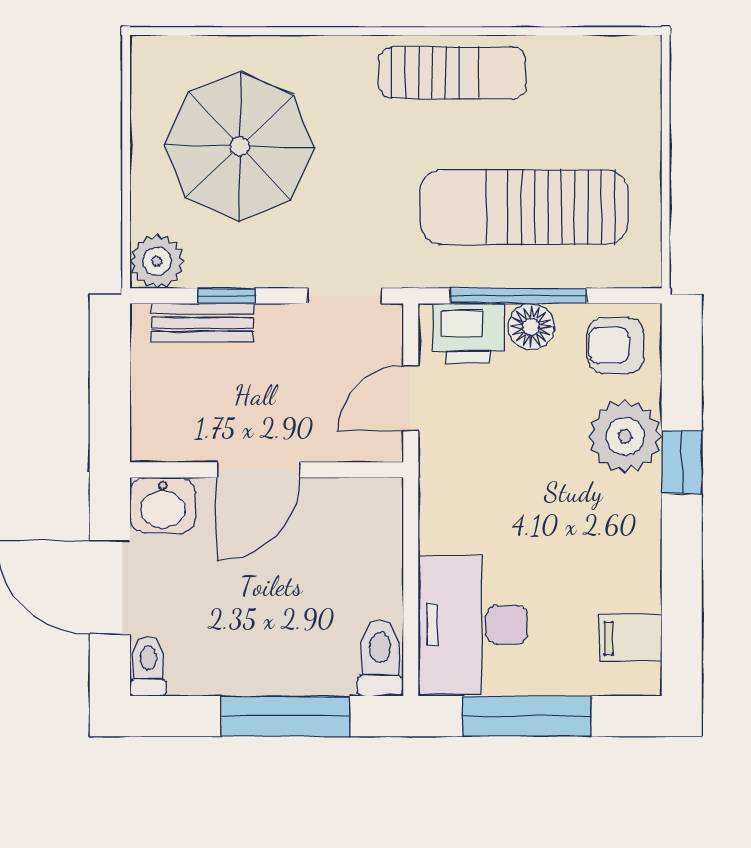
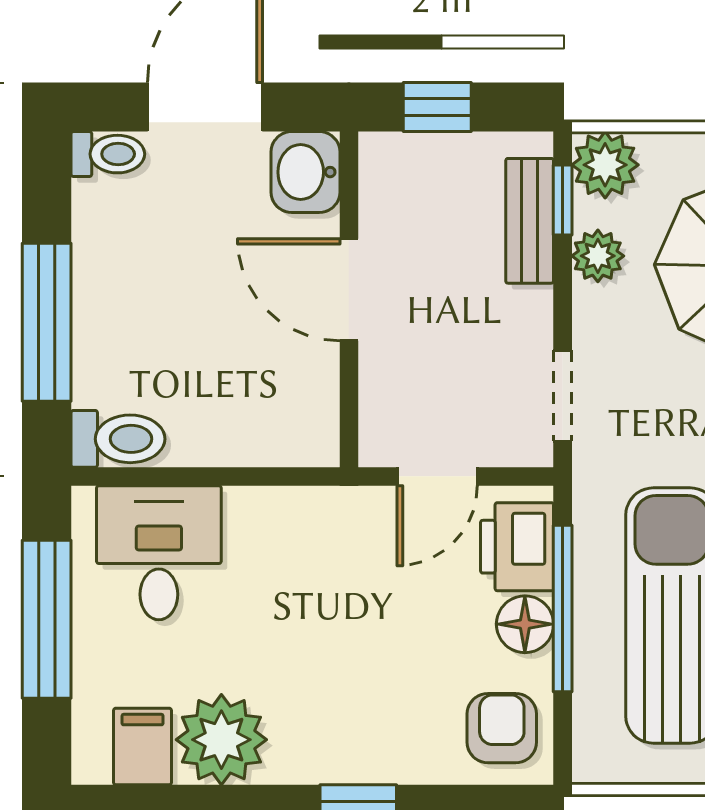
plant: (231, 267) -> (598, 256), added
window: (227, 296) -> (563, 200), moved
window: (110, 398) -> (437, 107), added
door: (411, 398) -> (437, 476), swing flipped
plant: (625, 436) -> (221, 740), moved
desk: (473, 625) -> (159, 553), width x0.73

